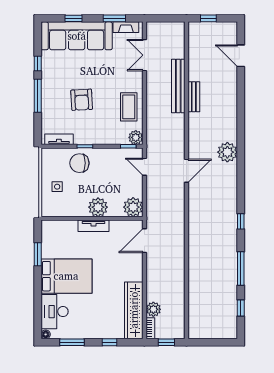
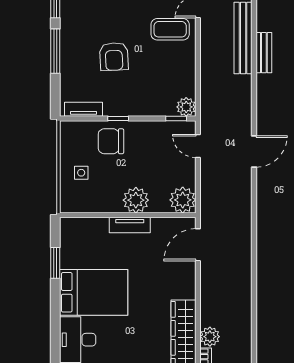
coffee table: (129, 107) -> (170, 29), moved, turned 90

